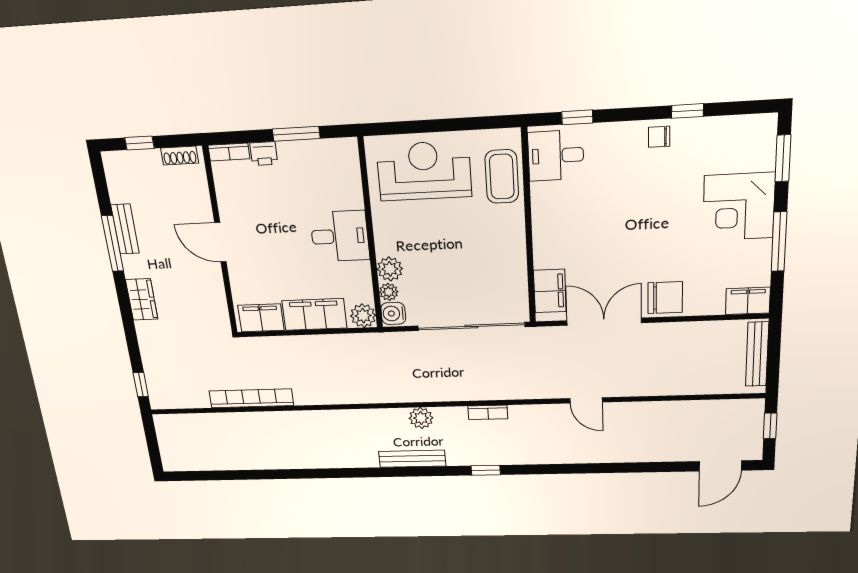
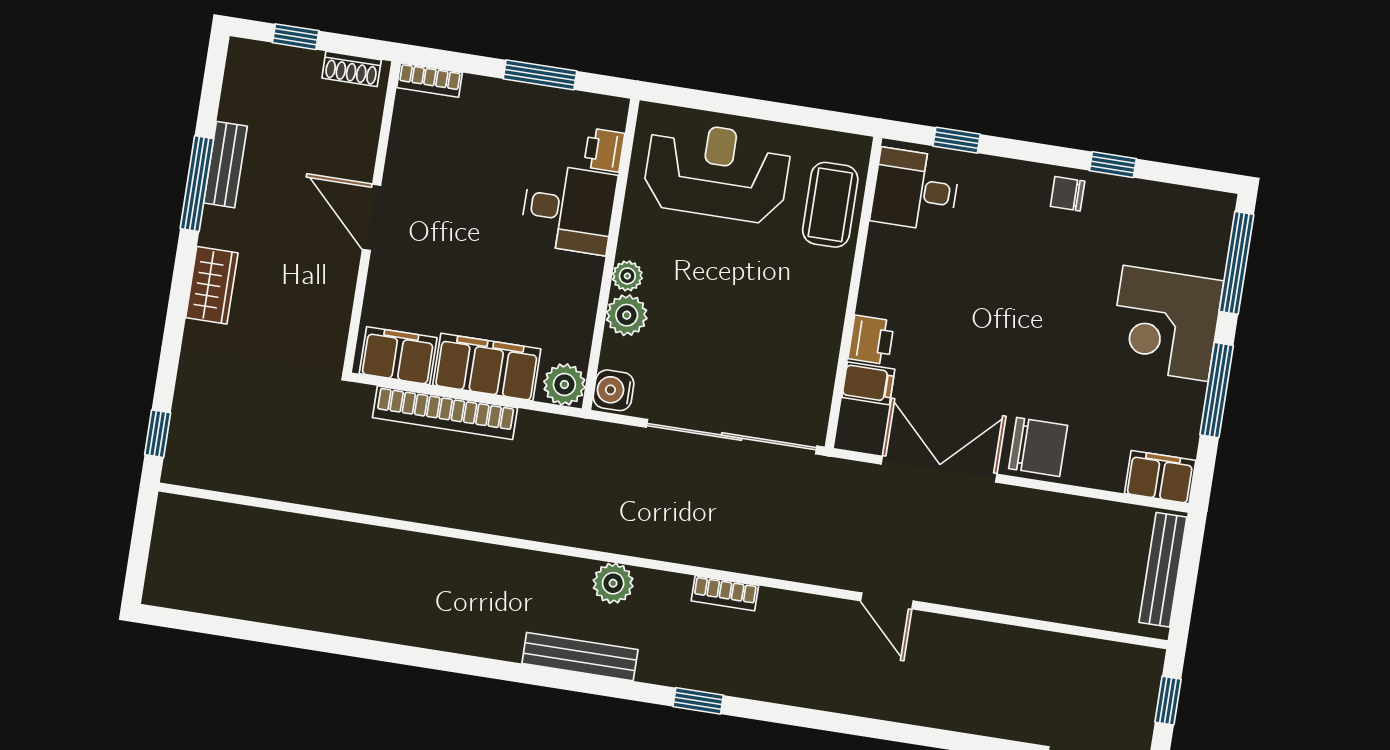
printer: (264, 154) -> (604, 150), moved, turned 90
window: (783, 158) -> (1237, 263), width x1.44
desk: (340, 236) -> (569, 209), moved
printer: (546, 254) -> (871, 340), added
filing cabinet: (550, 291) -> (868, 383), width x0.50
plant: (389, 292) -> (627, 276), moved
bookcase: (251, 398) -> (445, 413), moved, turned 180

